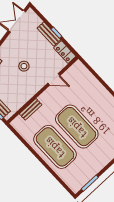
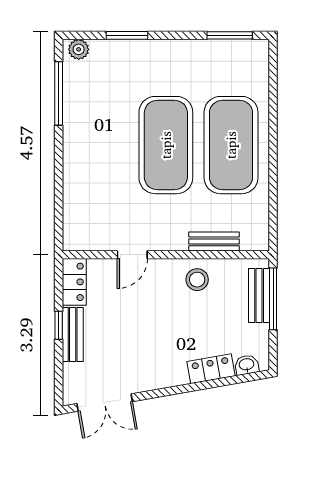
stool: (24, 66) -> (197, 280), moved
door: (54, 79) -> (132, 255), swing flipped

